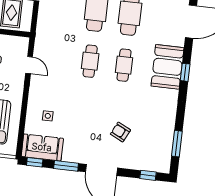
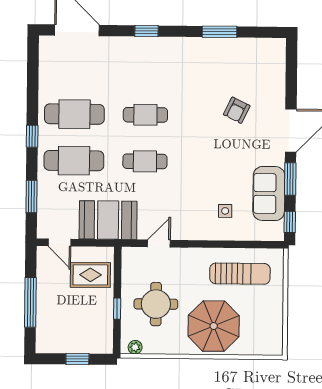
booth: (167, 67) -> (108, 220), moved
window: (177, 144) -> (219, 32), moved
sofa: (42, 147) -> (269, 194), moved
window: (148, 175) -> (291, 67), removed

